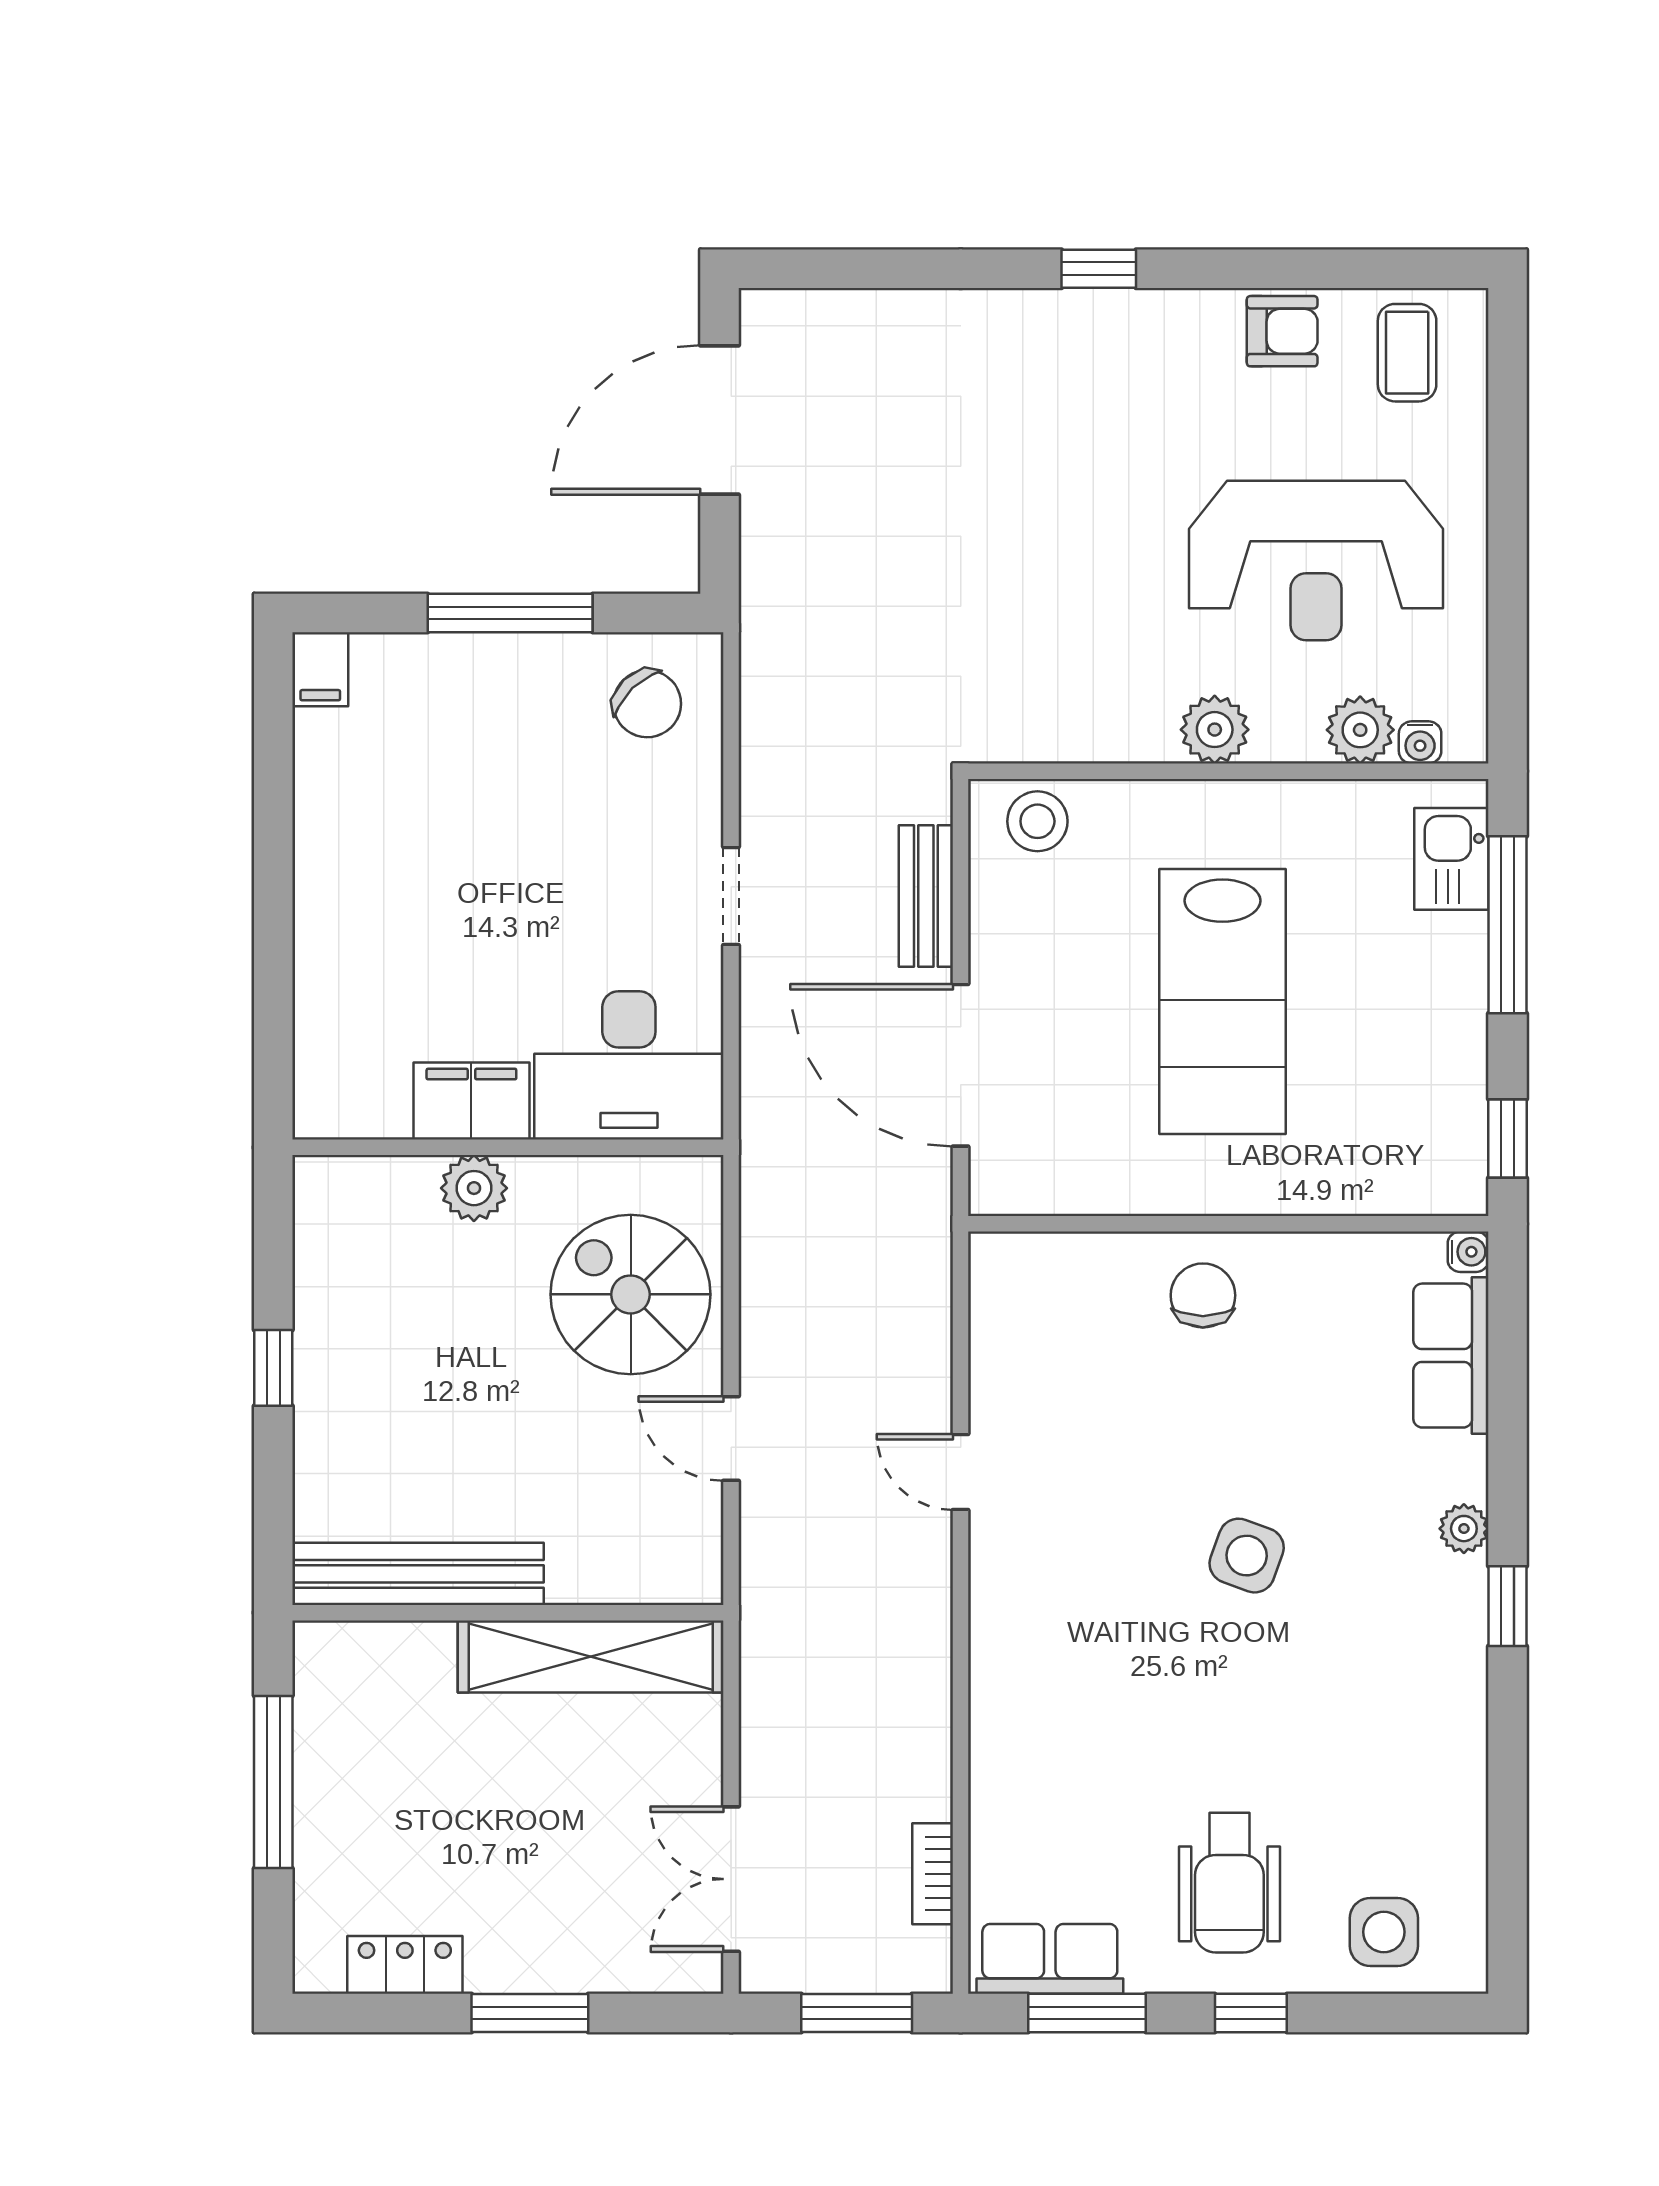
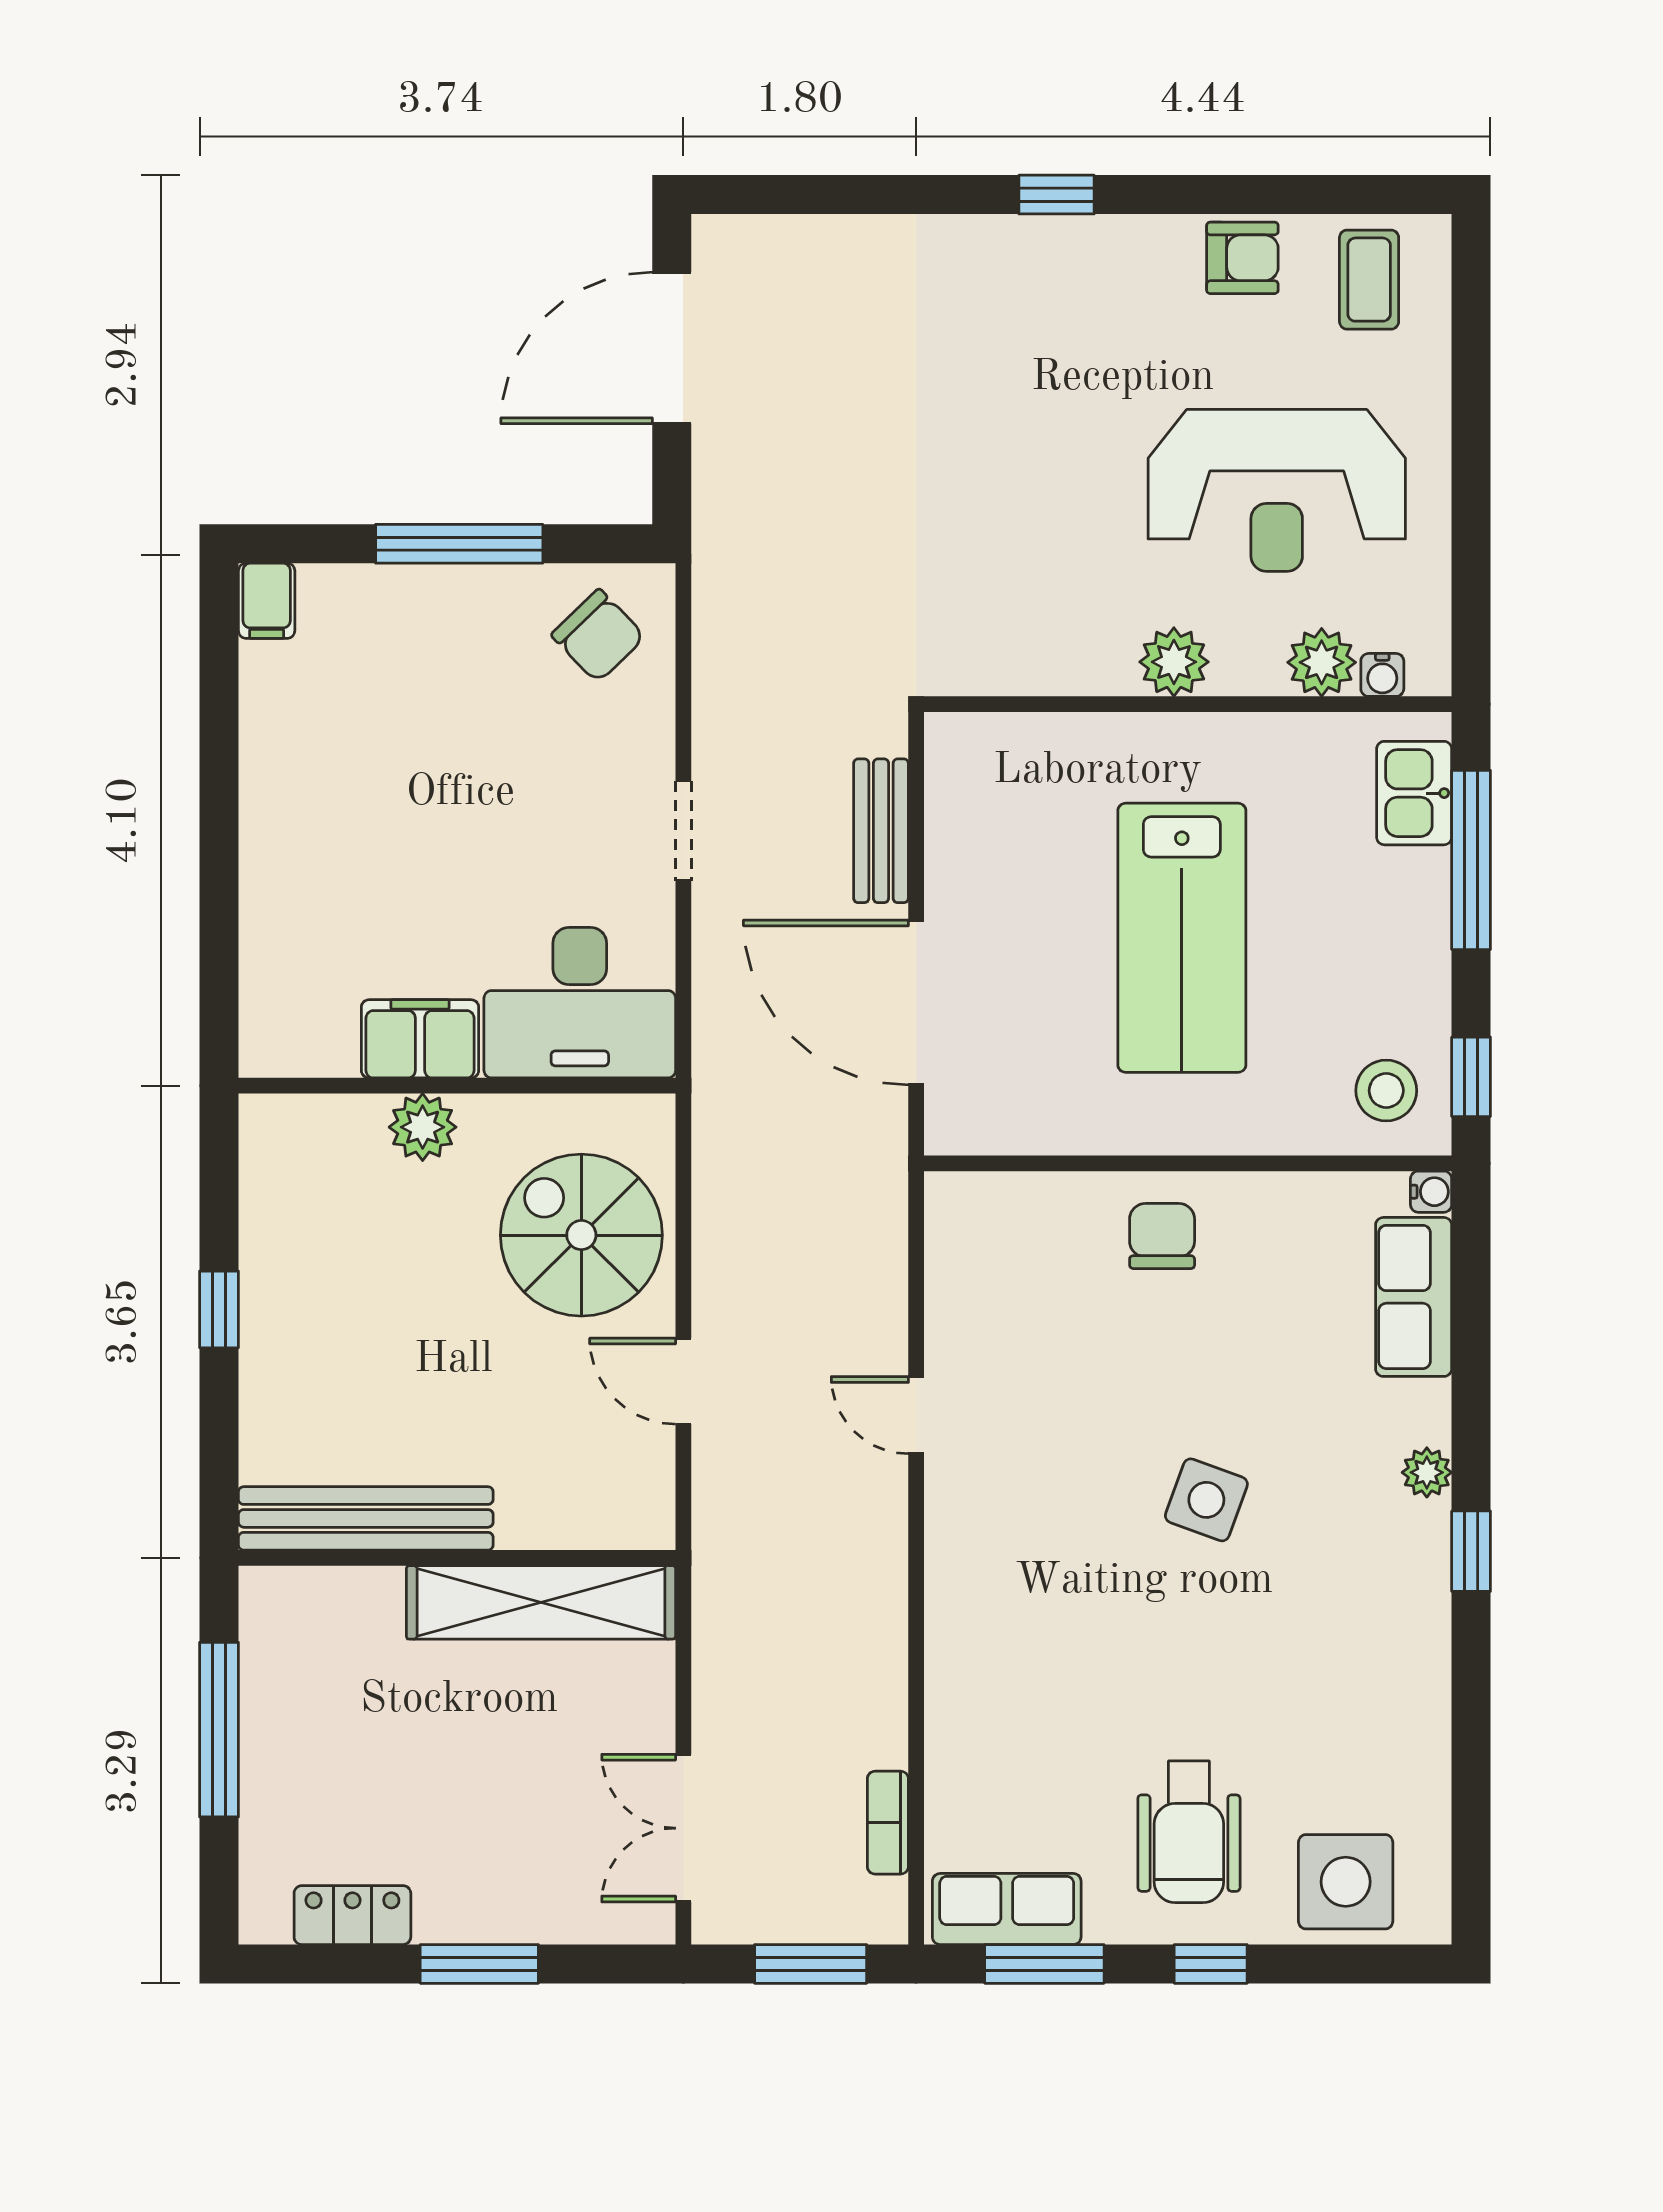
stool: (1037, 821) -> (1386, 1091), moved
side table: (1384, 1932) -> (1346, 1882), width x1.37, depth x1.37

